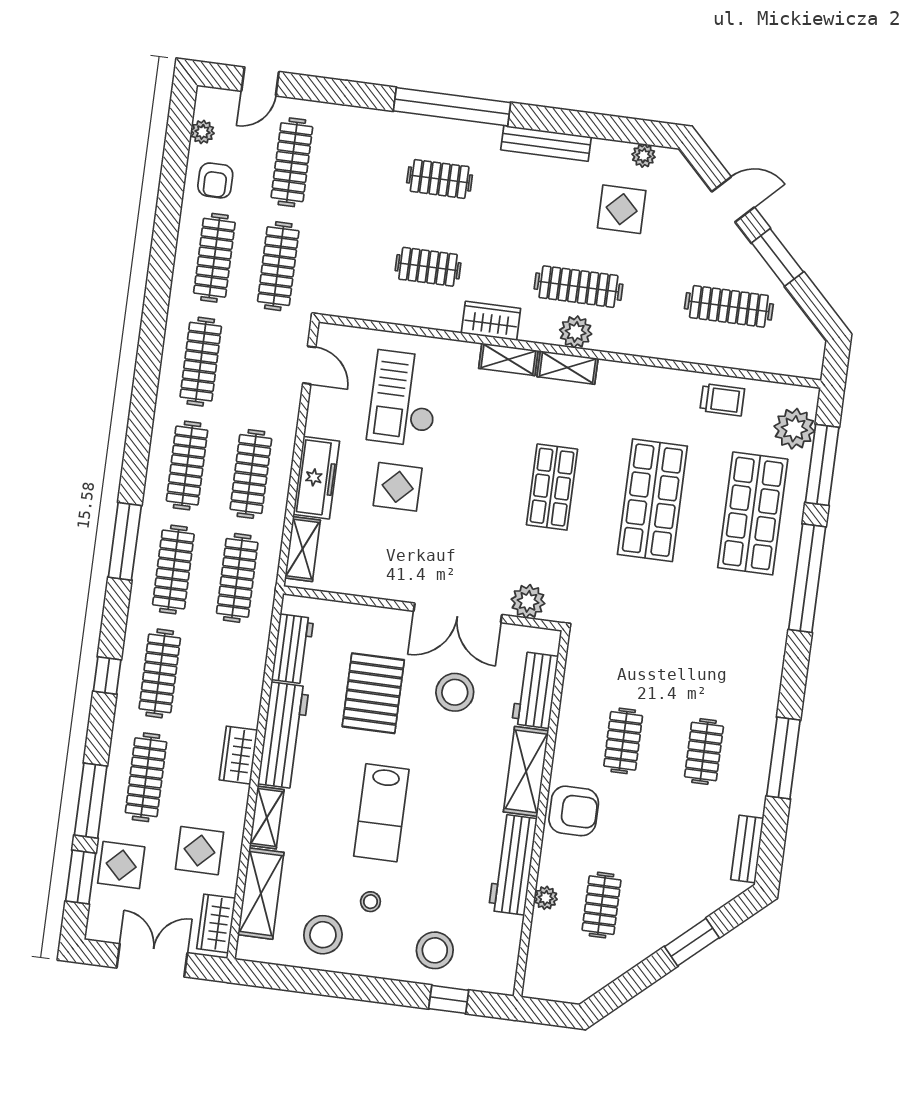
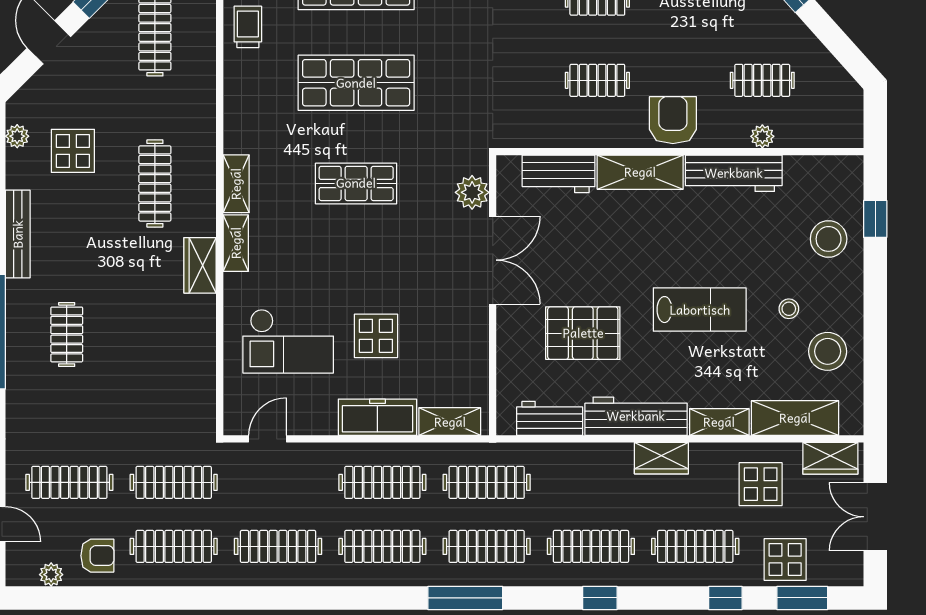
clothes rail: (428, 267) -> (155, 334), removed
plant: (576, 332) -> (200, 180), removed
stool: (455, 692) -> (571, 253), removed
window: (91, 801) -> (725, 598), width x0.46

